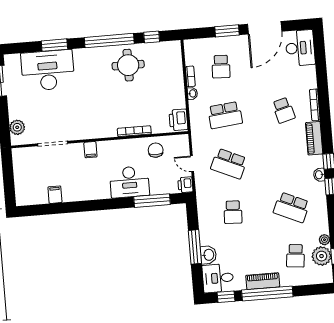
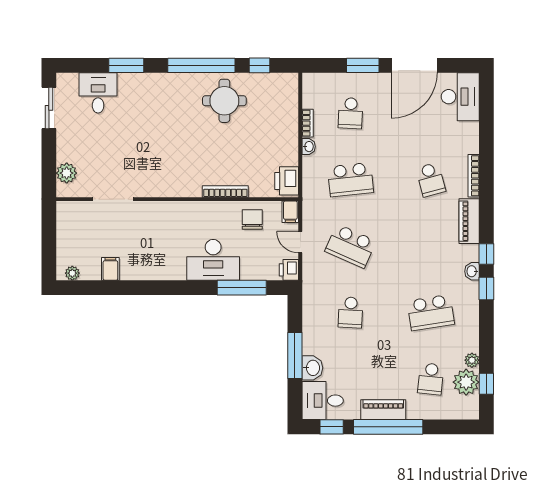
desk: (48, 70) -> (98, 93), width x0.53, depth x0.77
filing cabinet: (90, 150) -> (290, 212), moved
plant: (27, 200) -> (72, 273), added
school desk: (292, 207) -> (431, 313), turned -33

